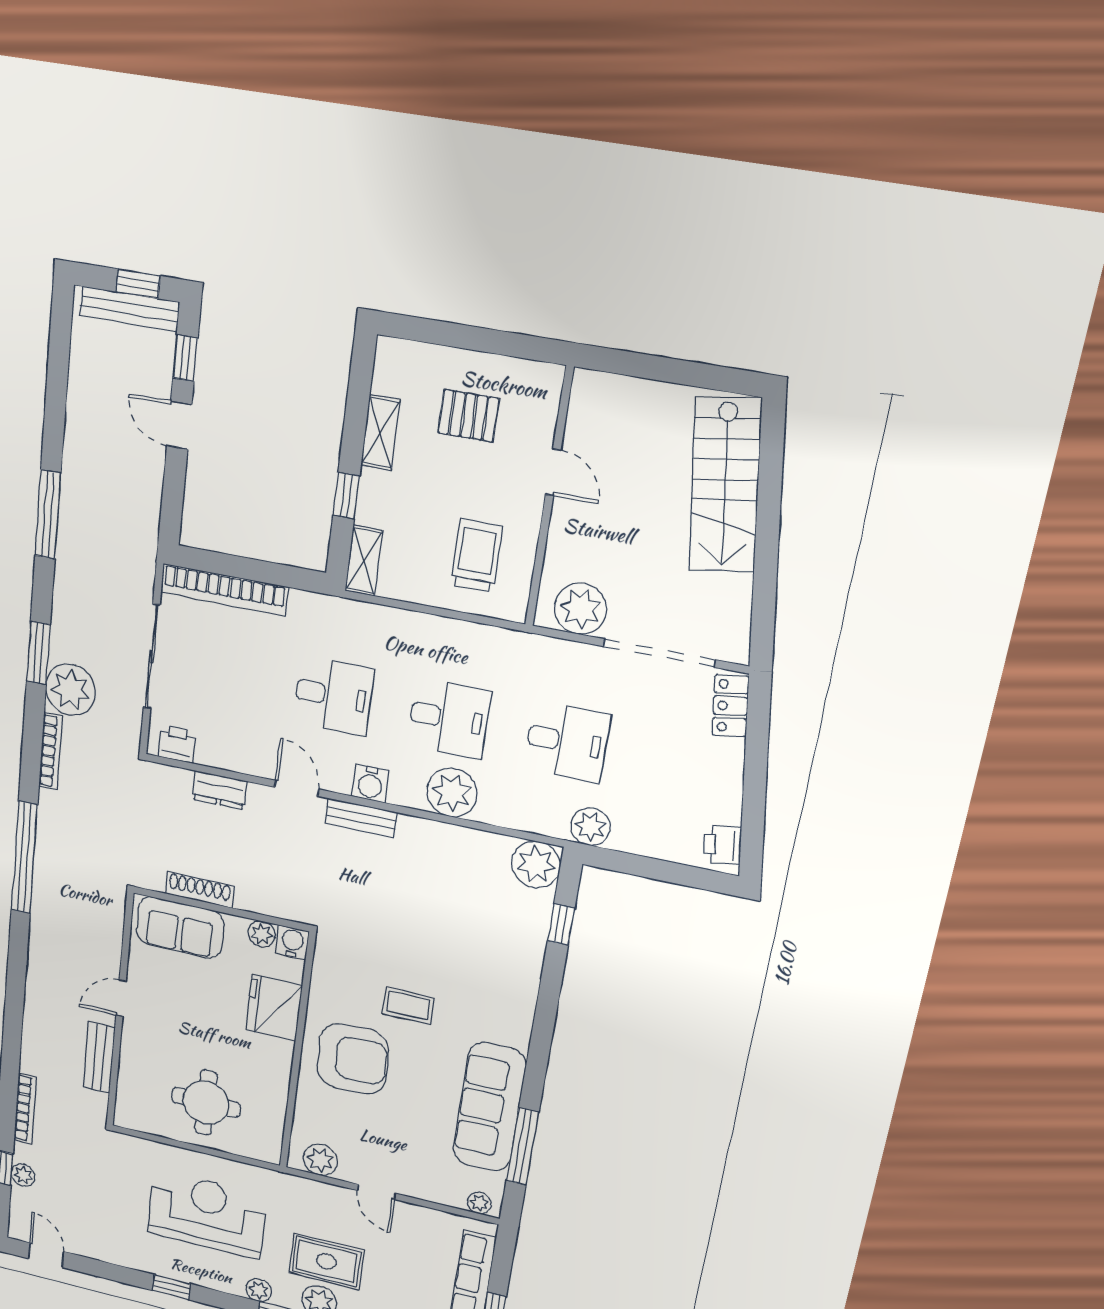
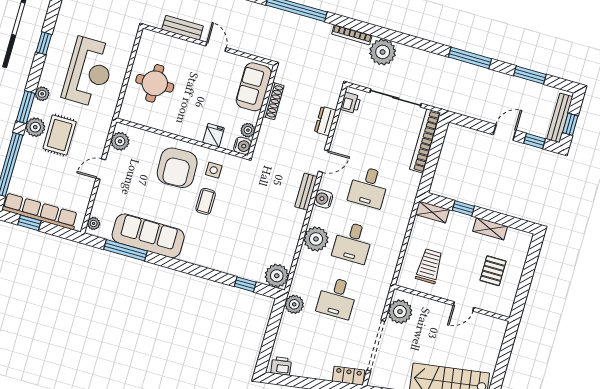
trolley: (477, 556) -> (429, 266), turned -90
window: (38, 653) -> (530, 75), moved
side table: (347, 993) -> (214, 170), added
fridge: (274, 1008) -> (213, 135), width x0.53, depth x0.75

